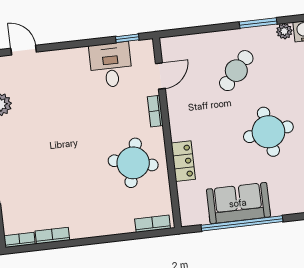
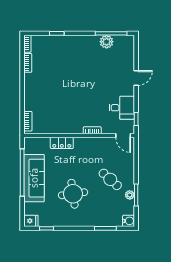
plant: (284, 31) -> (130, 195), moved
door: (24, 50) -> (136, 78), moved
door: (160, 76) -> (123, 136), moved
round table: (133, 163) -> (64, 114), removed
sofa: (238, 203) -> (34, 178), width x1.36

